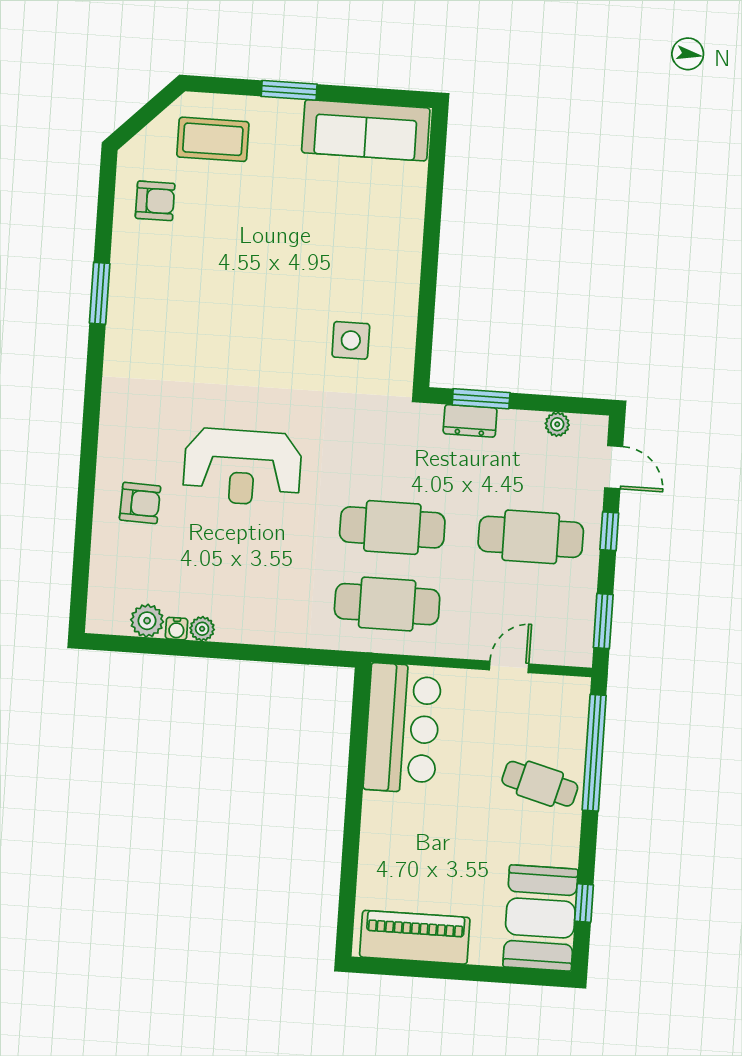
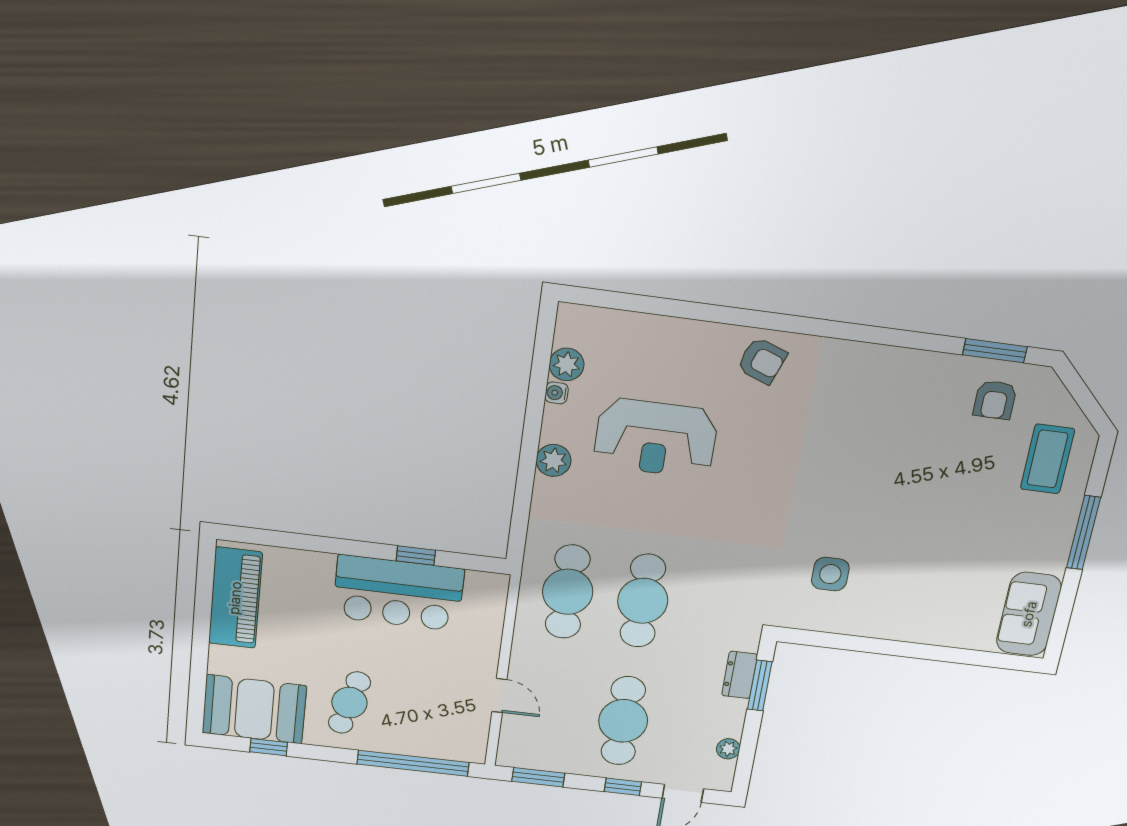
window: (289, 90) -> (1083, 533), width x1.44
sofa: (366, 130) -> (1029, 614), width x0.73
window: (100, 293) -> (995, 351), moved
reception desk: (242, 467) -> (656, 438), moved, turned -90
armchair: (140, 503) -> (762, 361), moved, turned -72
plant: (202, 629) -> (554, 460), moved, width x1.38, depth x1.38
bar counter: (402, 728) -> (398, 593), moved
window: (357, 758) -> (416, 555), added
cafe table: (540, 784) -> (349, 703), moved

